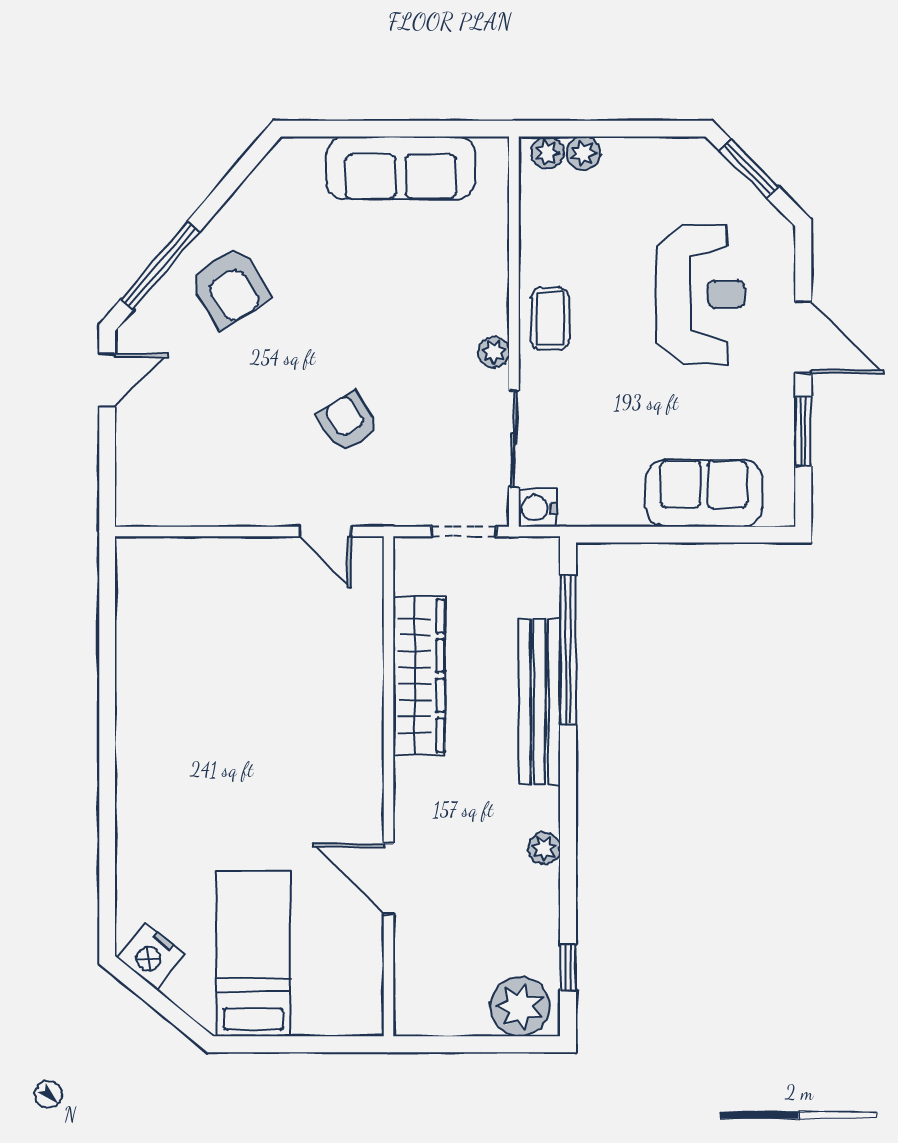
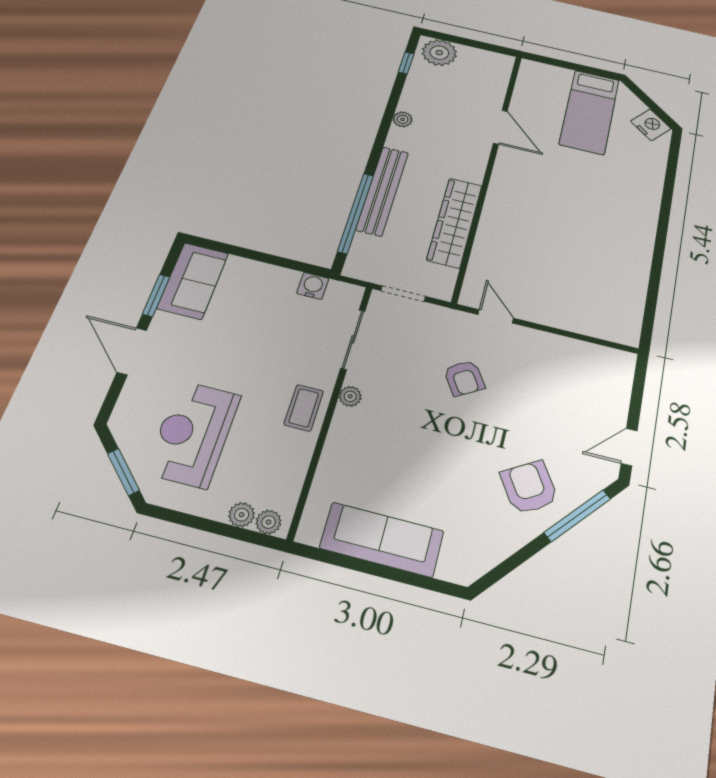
reception desk: (701, 294) -> (193, 434), moved
sofa: (704, 493) -> (193, 281), moved, turned -90
water cooler: (538, 508) -> (313, 286), moved, turned -90

